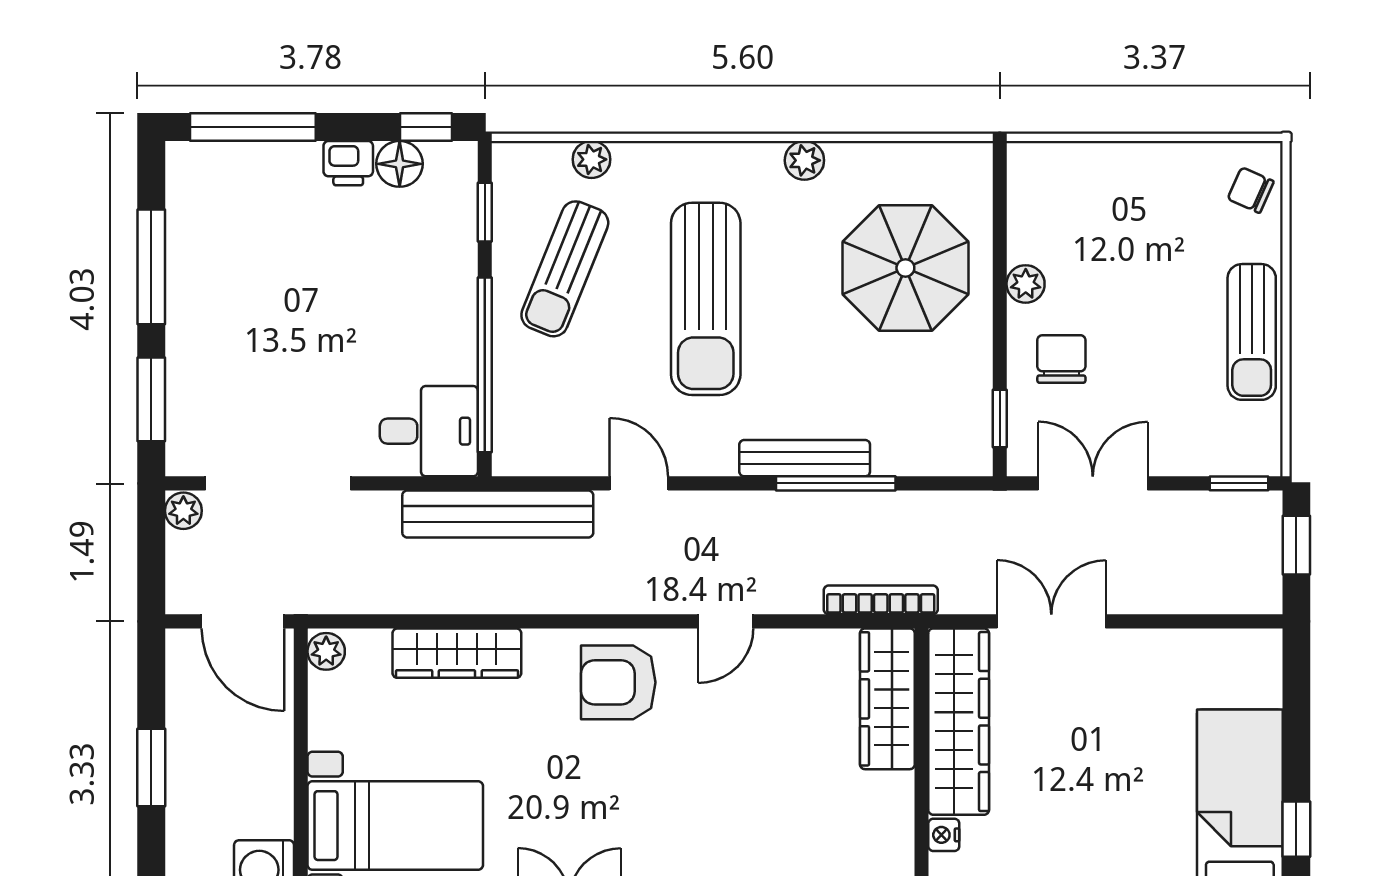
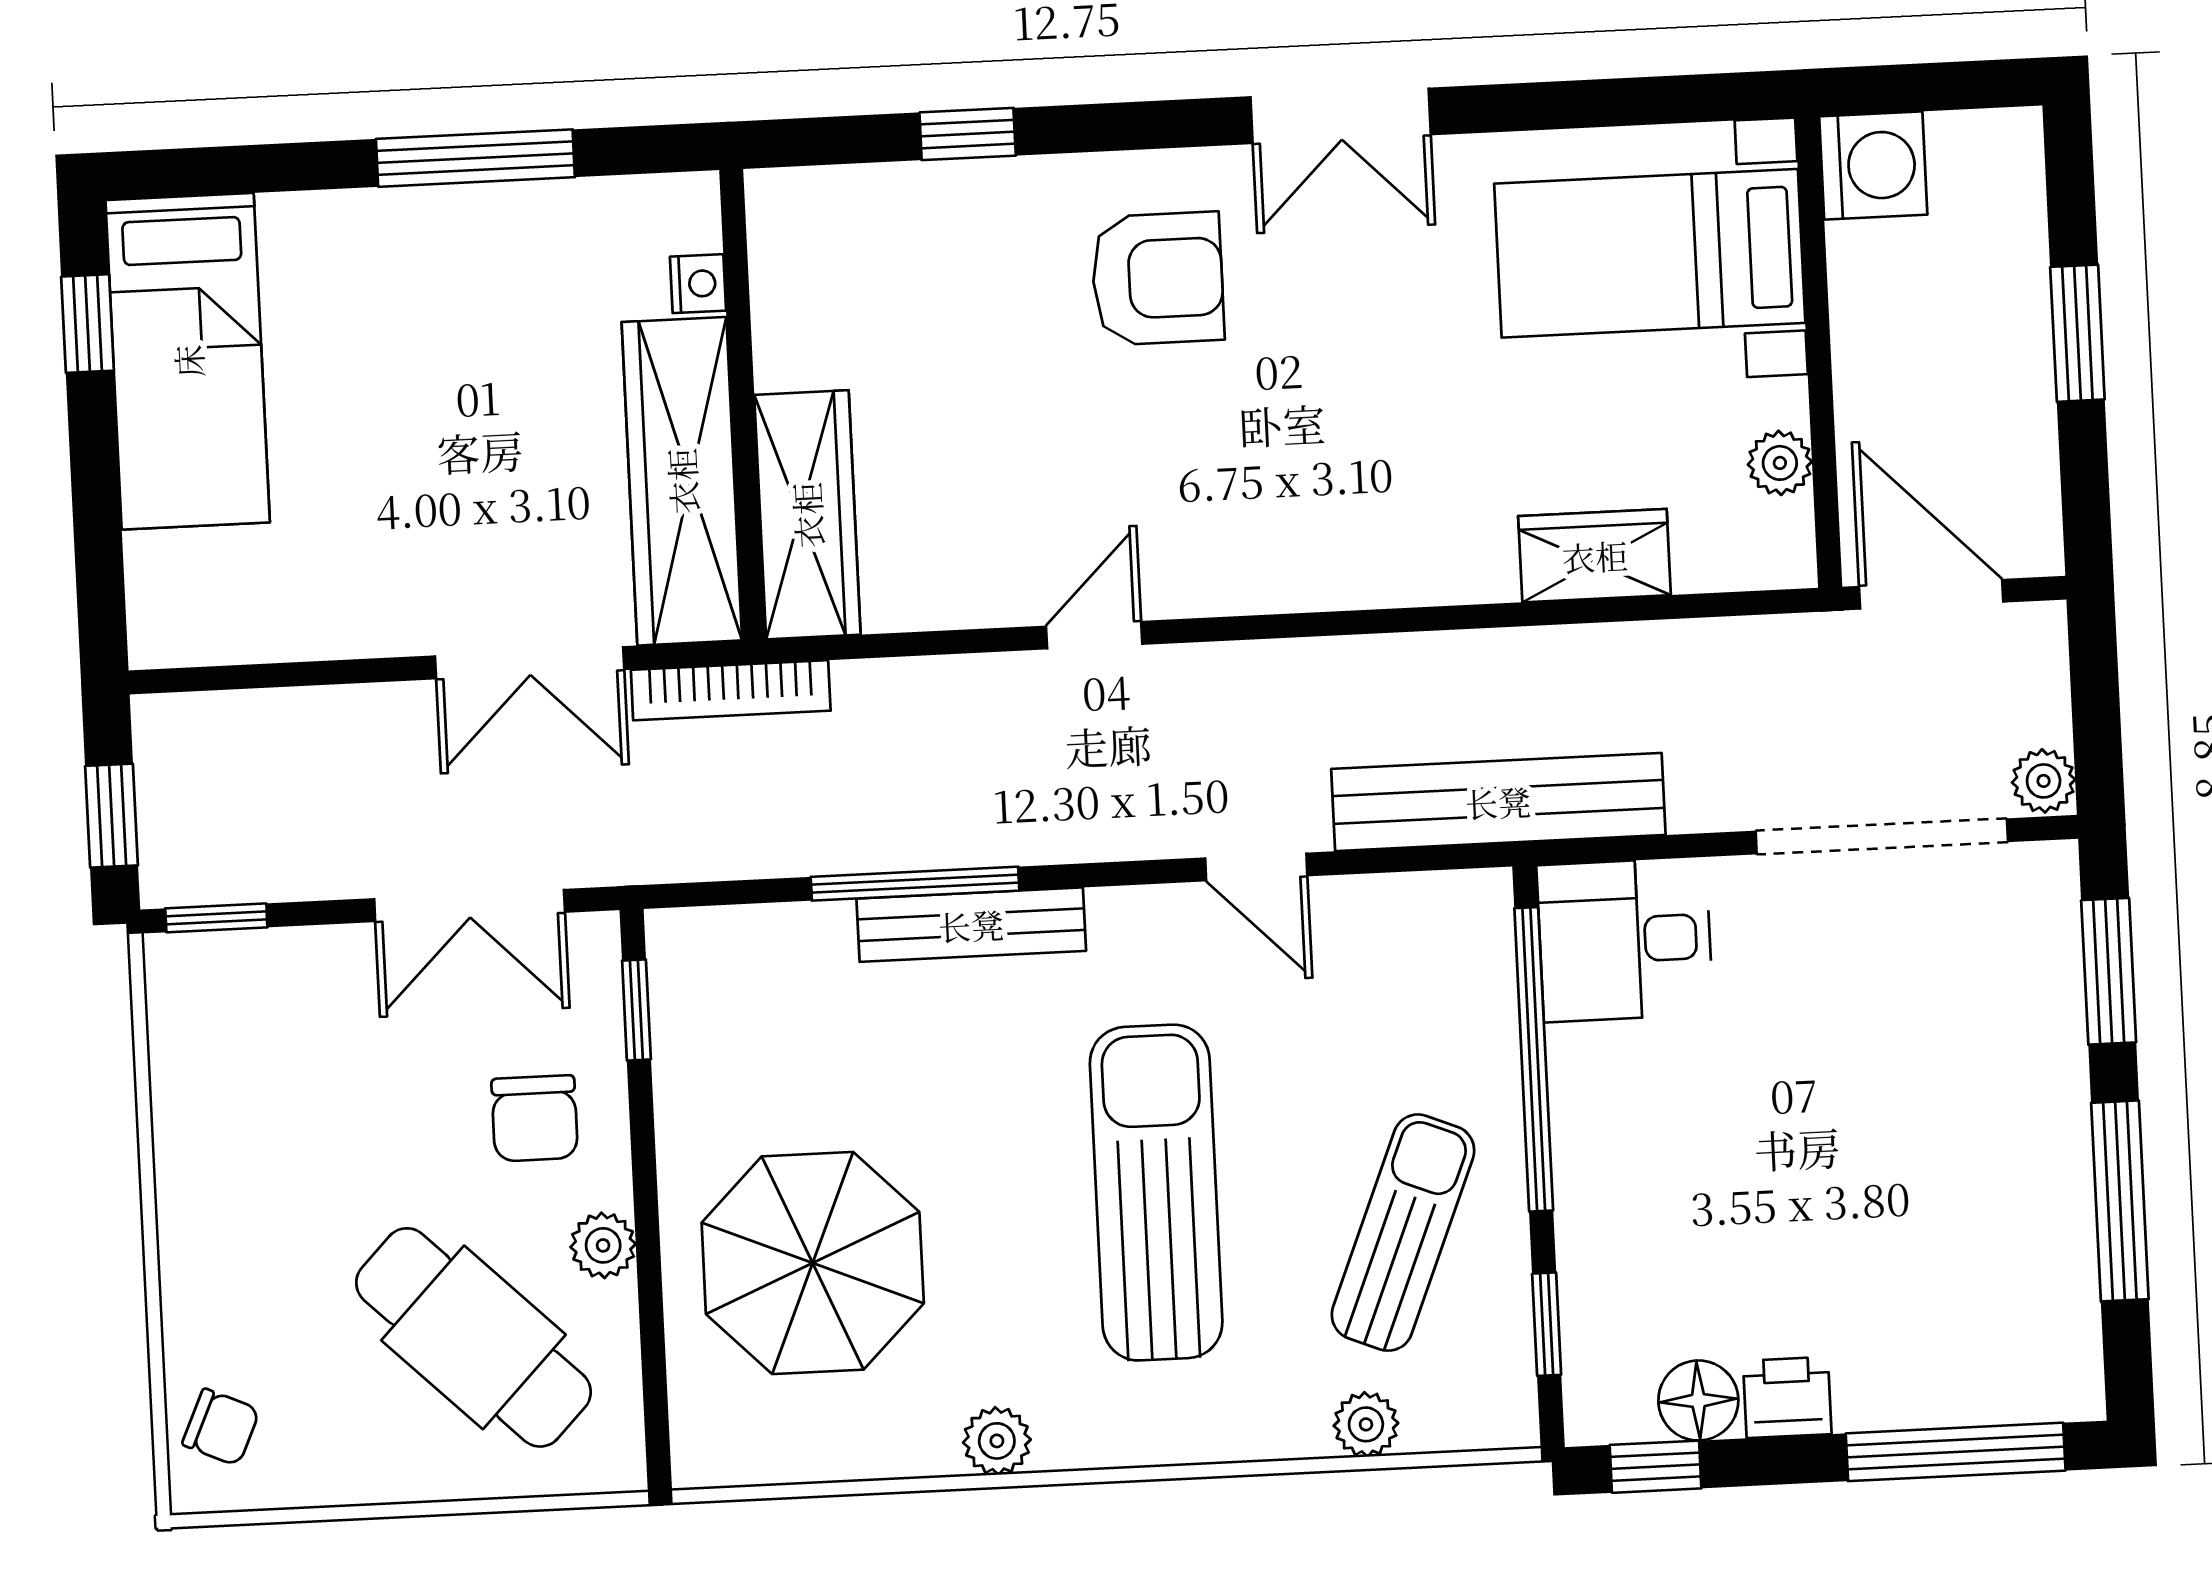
cafe table: (1103, 235) -> (473, 1337), added
sun lounger: (1252, 332) -> (207, 1181), removed
bookcase: (881, 600) -> (731, 690), moved
plant: (326, 651) -> (1780, 463), moved
wardrobe: (457, 653) -> (1595, 556), width x0.67
armchair: (618, 682) -> (1158, 279), moved

